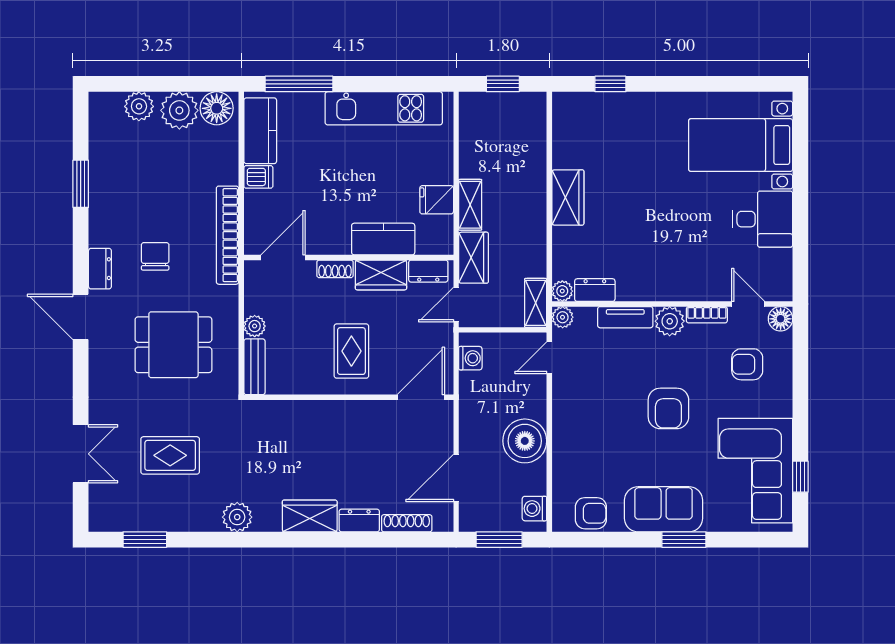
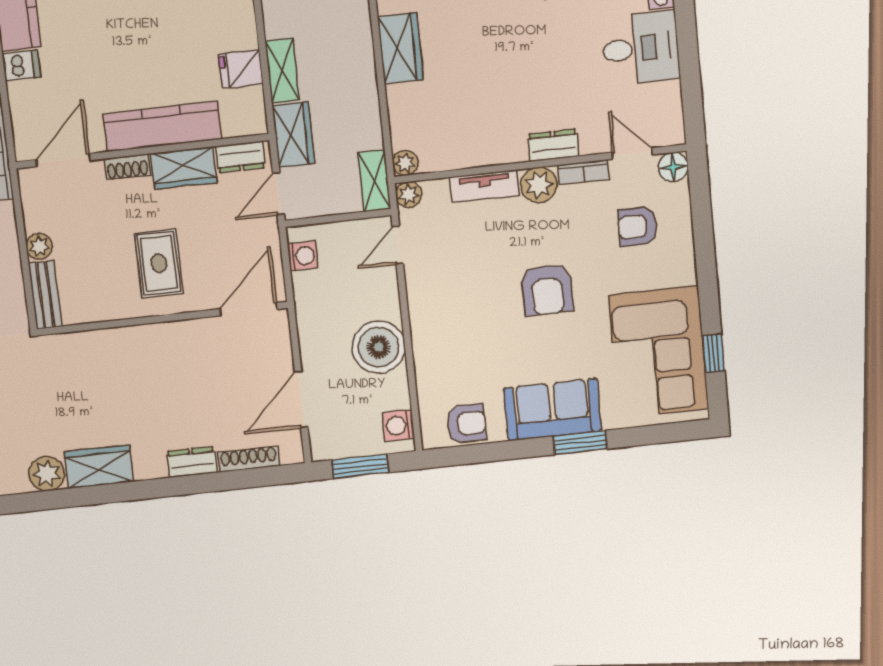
kitchen counter: (383, 239) -> (162, 126), width x1.50
dresser: (595, 290) -> (553, 145), moved
wardrobe: (310, 516) -> (99, 467), moved

